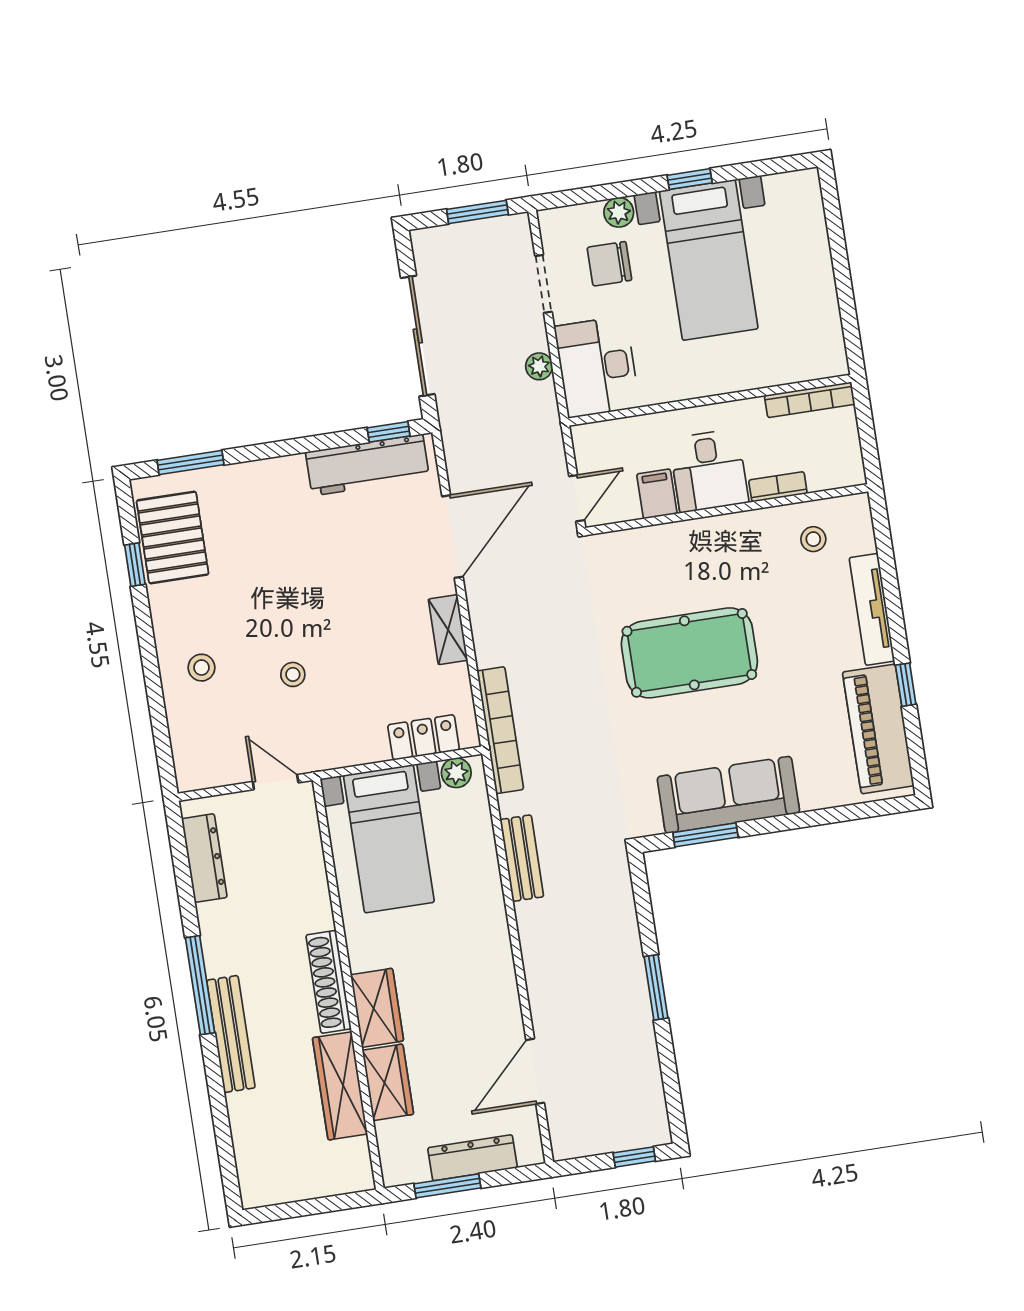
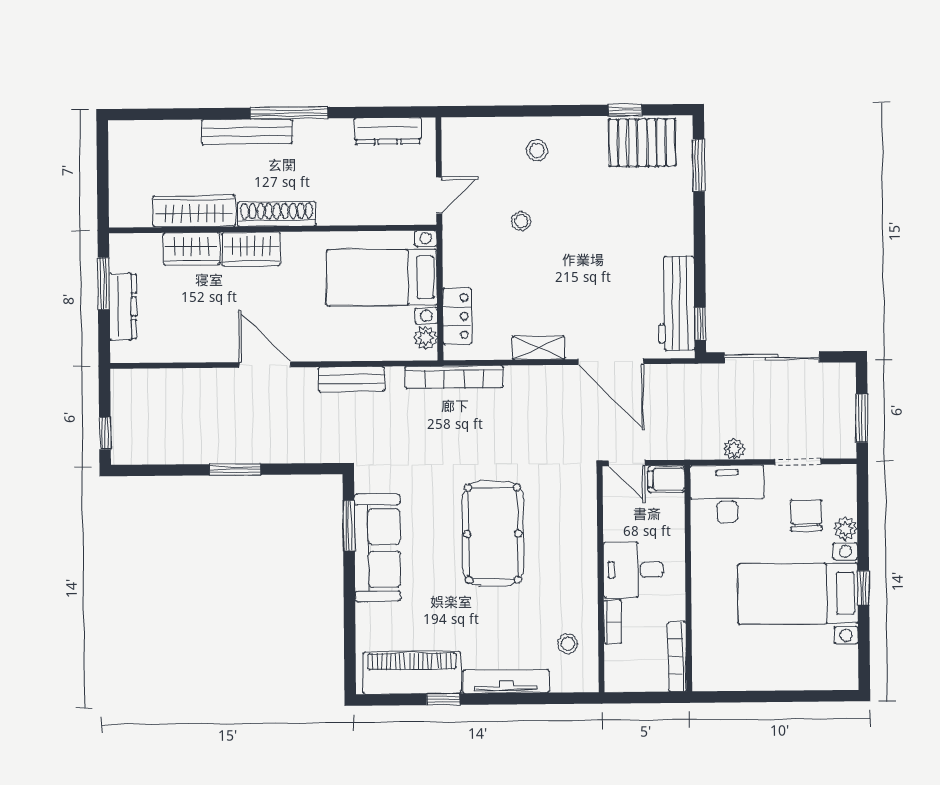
filing cabinet: (657, 494) -> (666, 479), moved, turned 180
door: (535, 1071) -> (265, 365), moved

